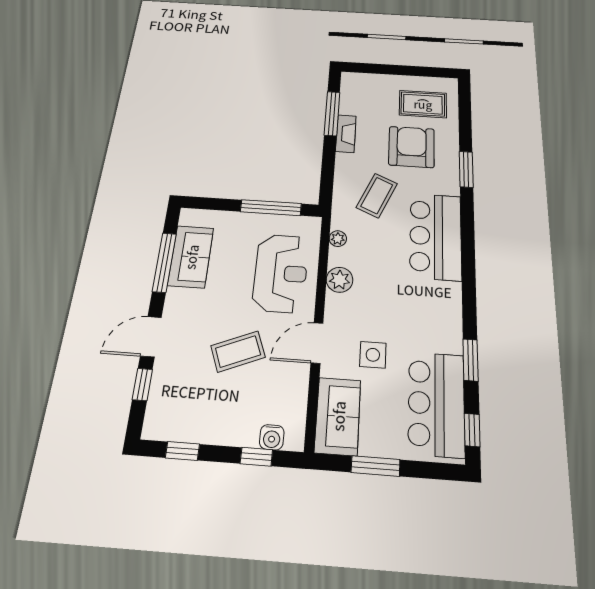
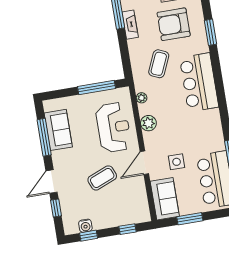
armchair: (412, 147) -> (174, 24), turned -90
water cooler: (272, 437) -> (85, 226), moved

